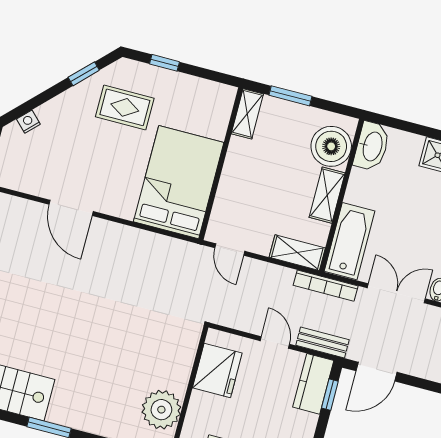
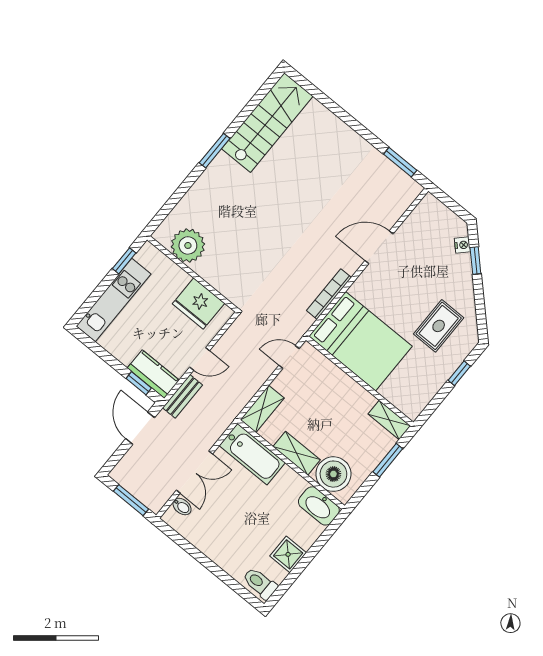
window: (84, 74) -> (475, 260), moved
bookcase: (326, 286) -> (329, 294), moved

